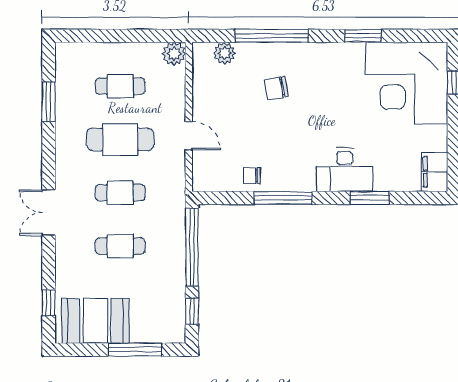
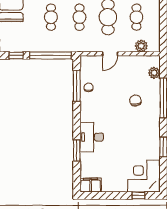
plant: (174, 54) -> (141, 46), moved
corner desk: (407, 83) -> (144, 176), width x0.74, depth x0.74
window: (283, 198) -> (77, 86), moved

